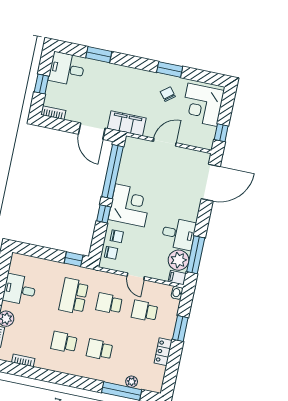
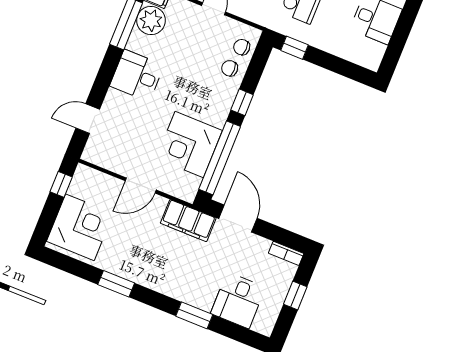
window: (99, 55) -> (194, 315), moved
desk: (67, 69) -> (238, 300), moved, turned 90
chair: (168, 94) -> (125, 250), removed
door: (211, 183) -> (88, 119), width x0.53
corner desk: (130, 205) -> (189, 145), moved
desk: (179, 234) -> (137, 75), moved

